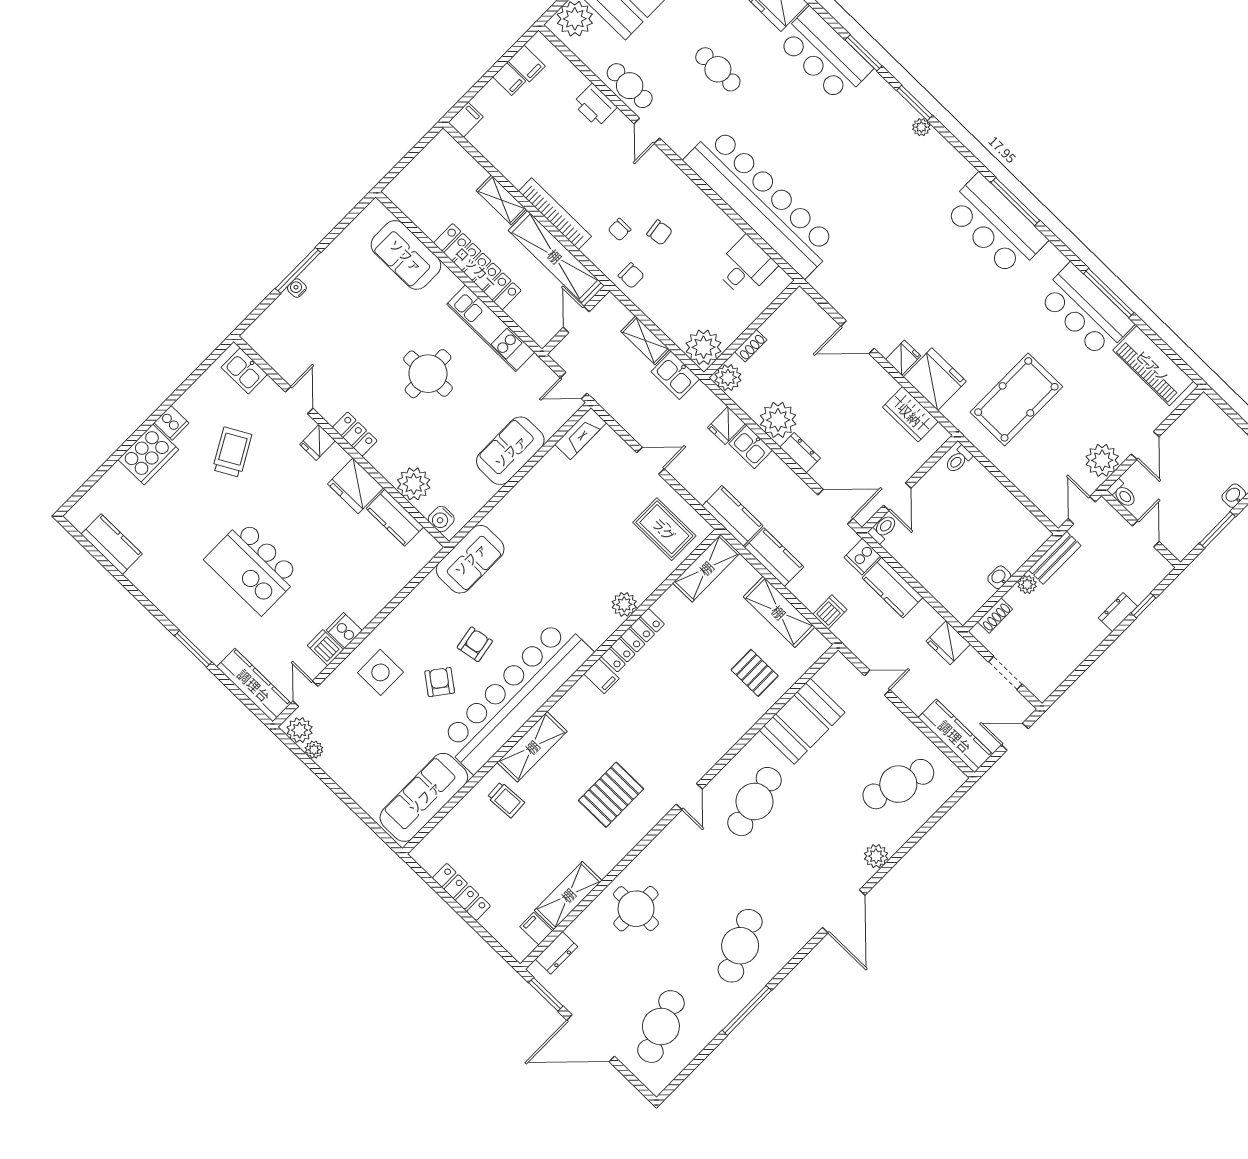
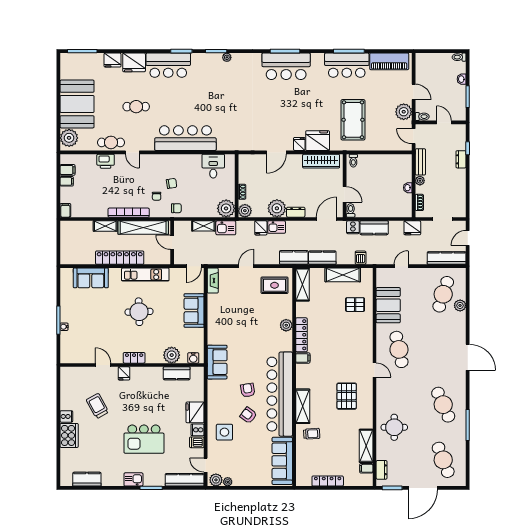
bar counter: (761, 202) -> (185, 138), width x0.73
kitchen sink: (244, 371) -> (133, 479), moved, turned 180
wardrobe: (910, 414) -> (321, 161), width x1.50
fridge: (356, 486) -> (195, 412), moved, turned 90
plant: (876, 856) -> (460, 305), moved

